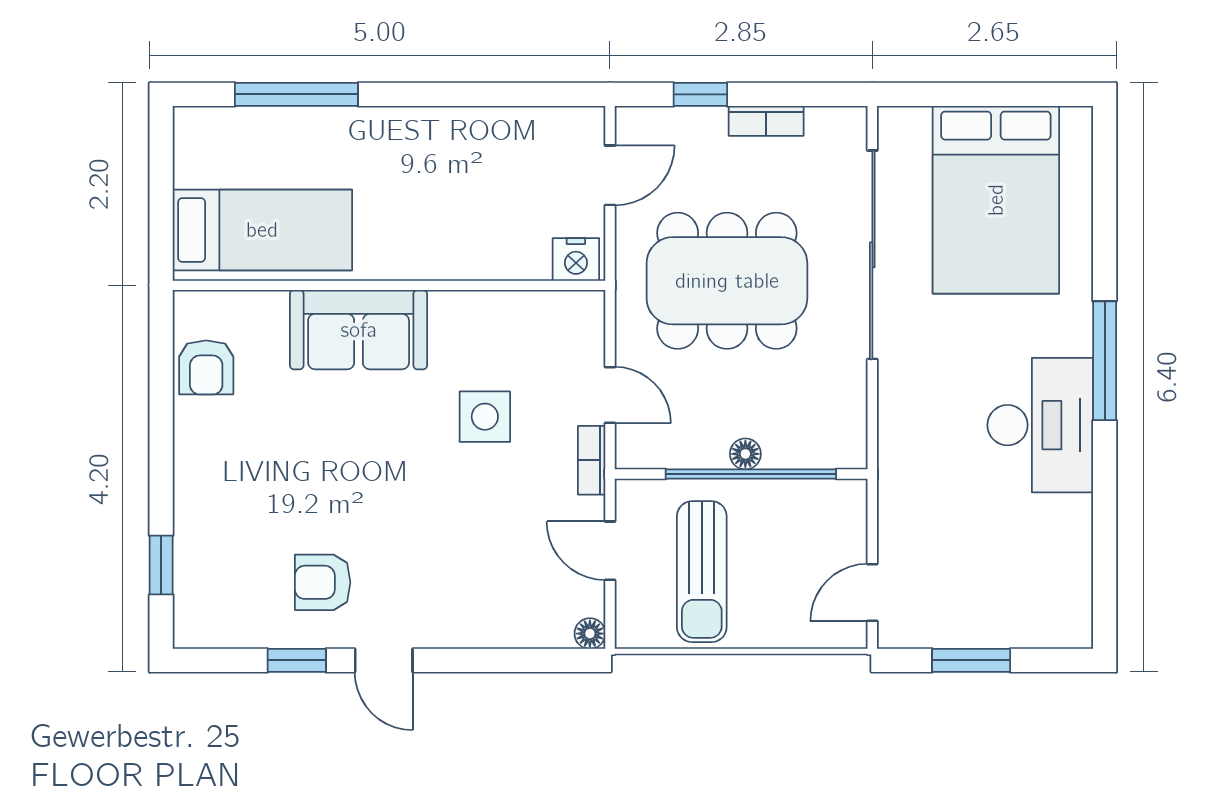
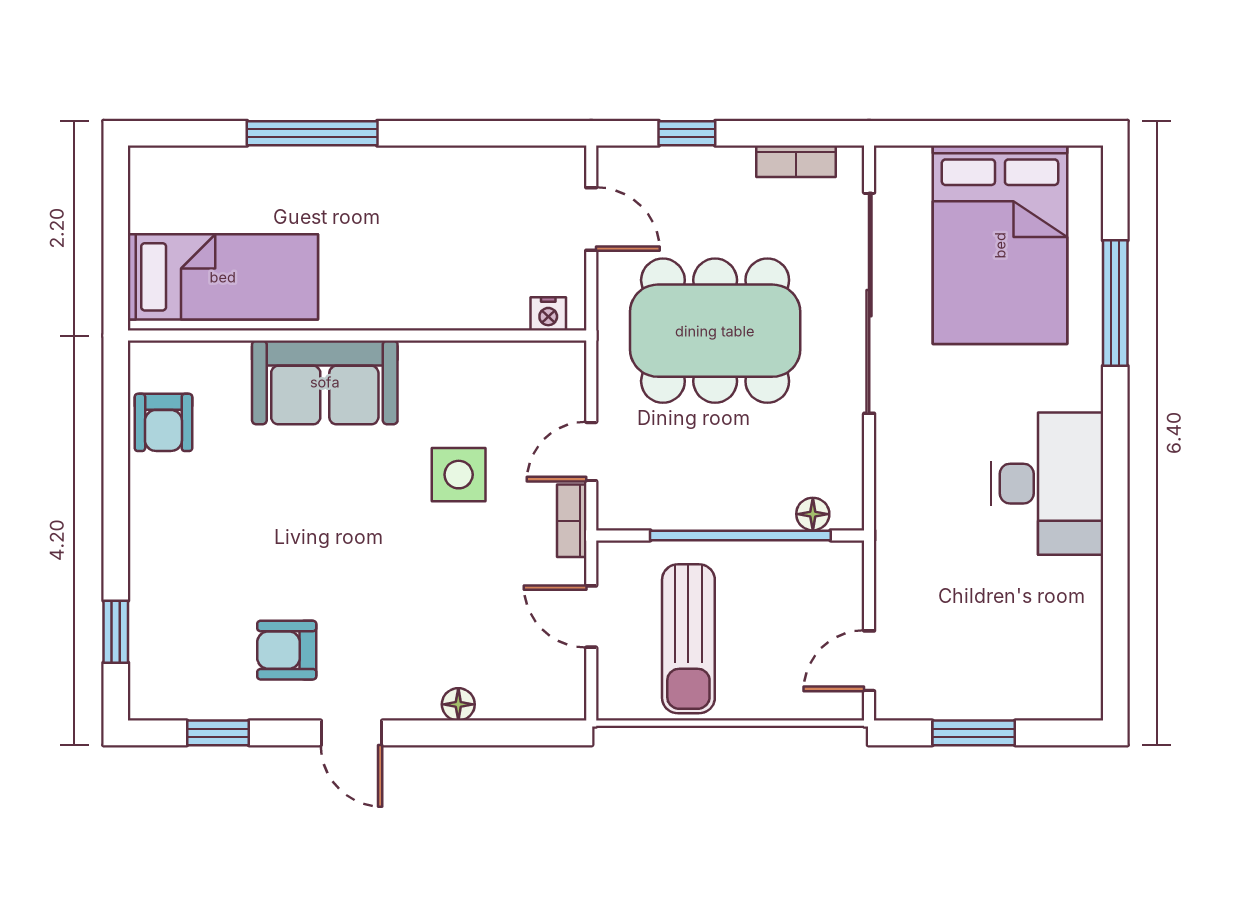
window: (296, 94) -> (312, 133), moved
bookcase: (766, 121) -> (796, 161), moved
door: (610, 175) -> (591, 219), hinge flipped
nightstand: (576, 259) -> (548, 314), width x0.72, depth x0.74
window: (1105, 361) -> (1115, 303), moved
door: (610, 395) -> (591, 452), swing flipped
floor lamp: (745, 454) -> (813, 514), moved
floor lamp: (590, 634) -> (458, 704), moved
window: (297, 660) -> (218, 733), moved

